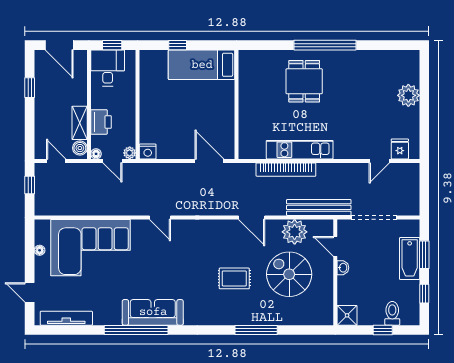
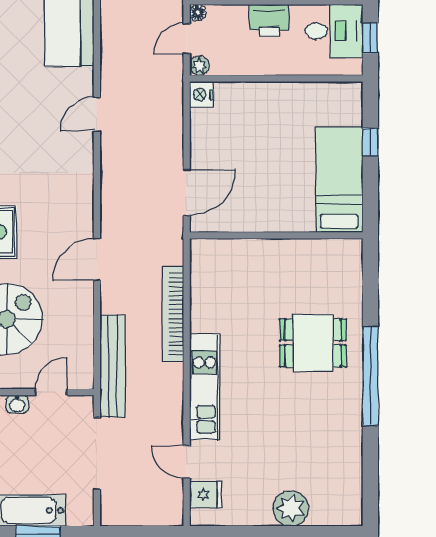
printer: (101, 122) -> (269, 20), moved
kitchen unit: (300, 150) -> (204, 387), moved
plant: (295, 232) -> (74, 328), removed

